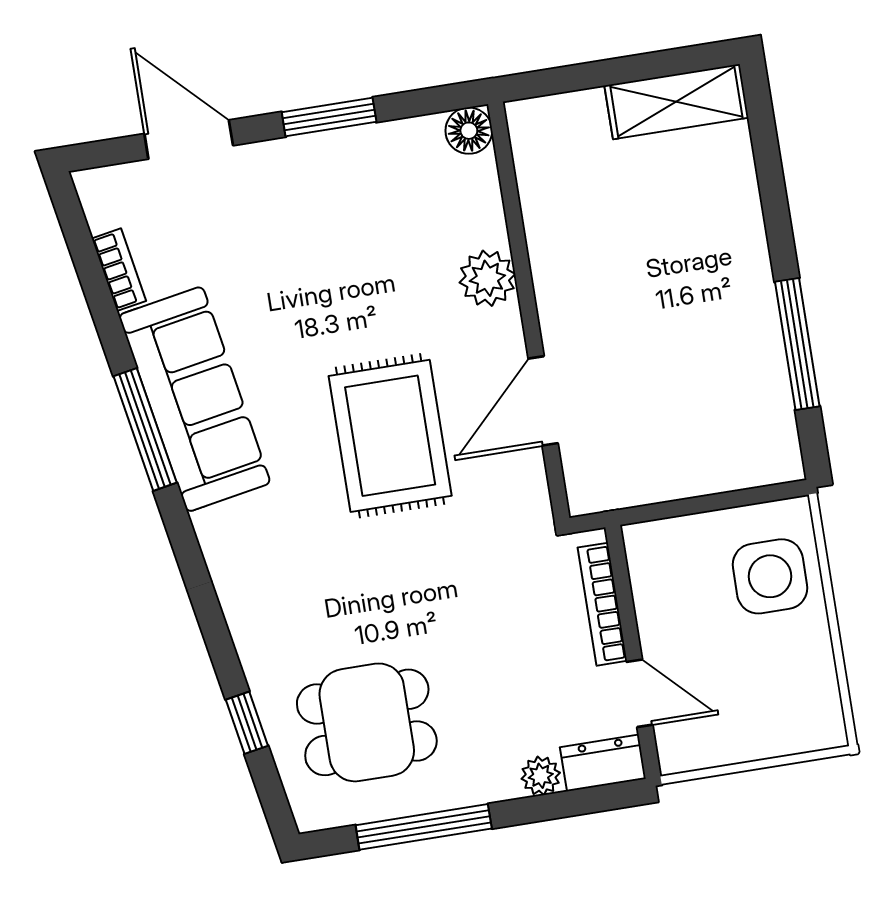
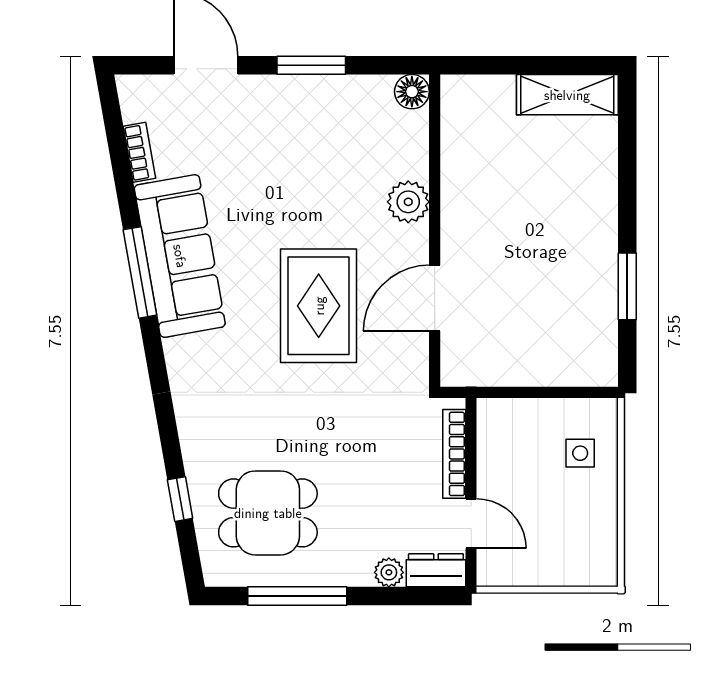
window: (797, 344) -> (627, 286), width x0.69
side table: (770, 576) -> (580, 453), width x0.54, depth x0.54

